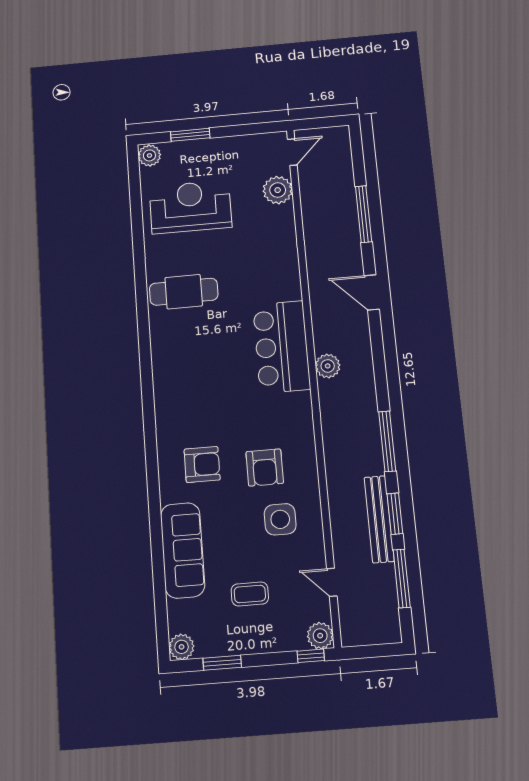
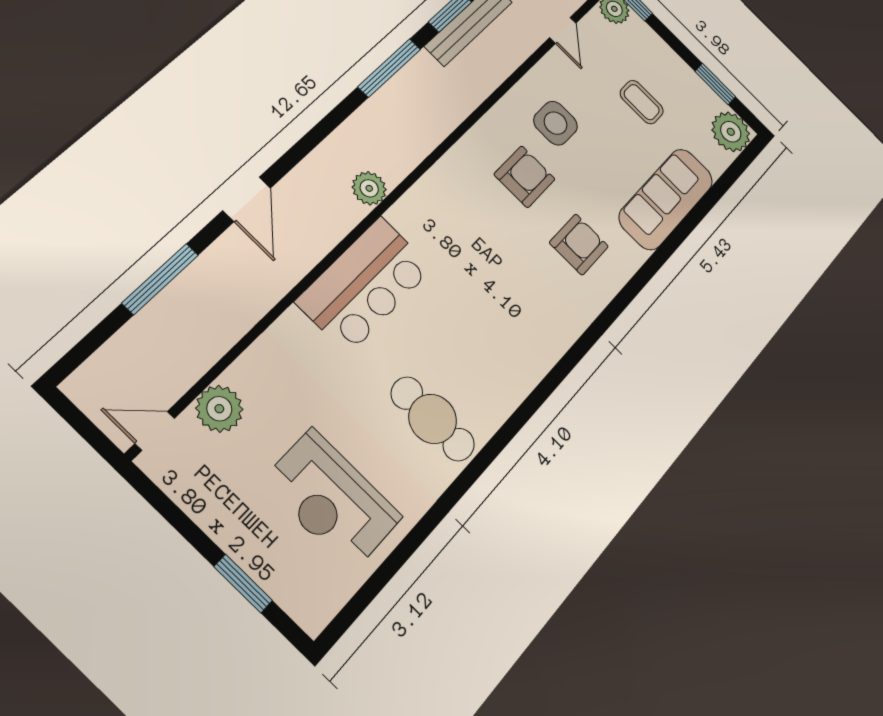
plant: (149, 155) -> (314, 612), removed
bar counter: (281, 347) -> (365, 285), moved
armchair: (202, 465) -> (579, 245), turned 90
plant: (182, 647) -> (731, 132), width x1.36, depth x1.36

